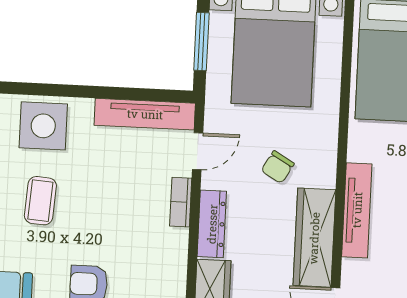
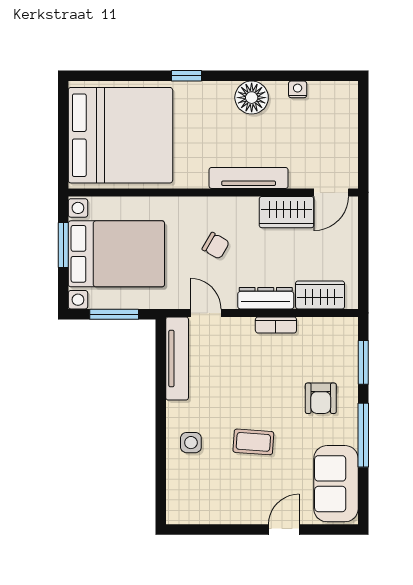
side table: (43, 126) -> (191, 443), width x0.54, depth x0.54
bookcase: (181, 202) -> (276, 325), moved
wardrobe: (314, 238) -> (287, 212), width x0.67

